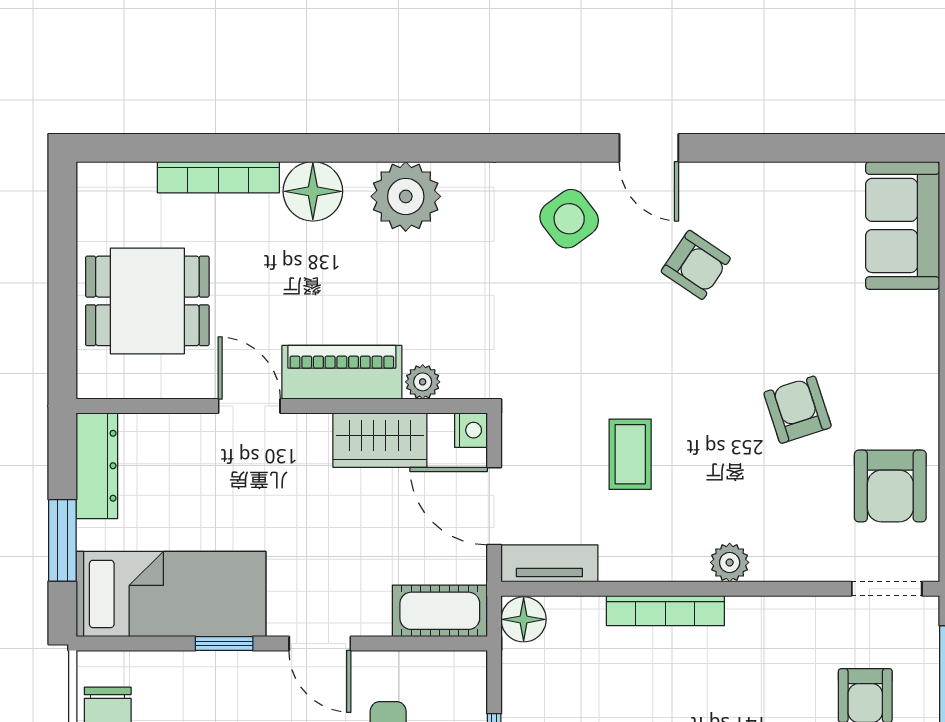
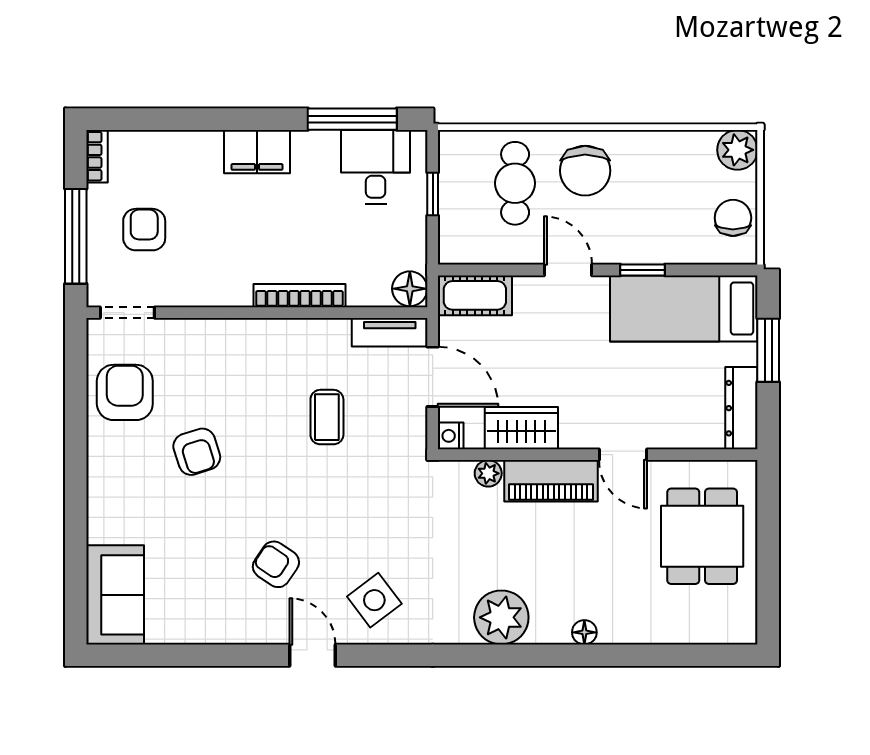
bookcase: (218, 177) -> (647, 632), removed
floor lamp: (313, 191) -> (584, 632), width x0.53, depth x0.53
dining table: (147, 301) -> (702, 536), turned 90
plant: (730, 562) -> (250, 333), removed

